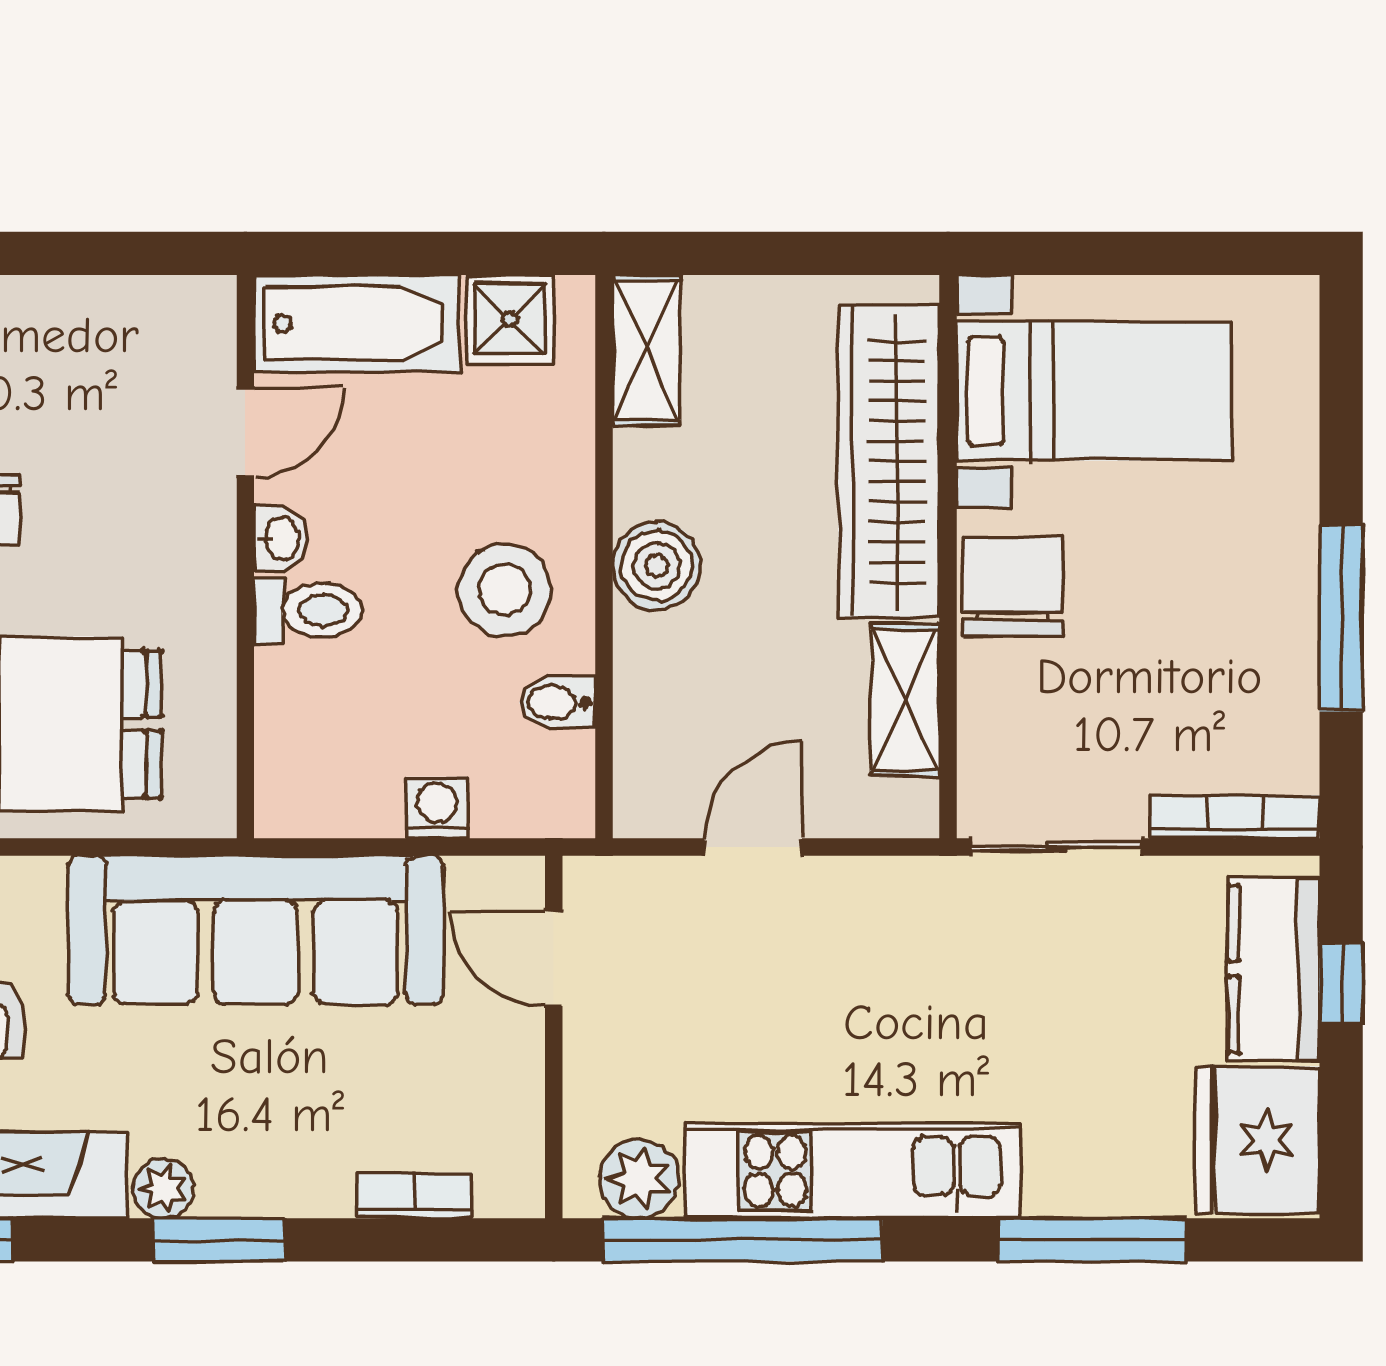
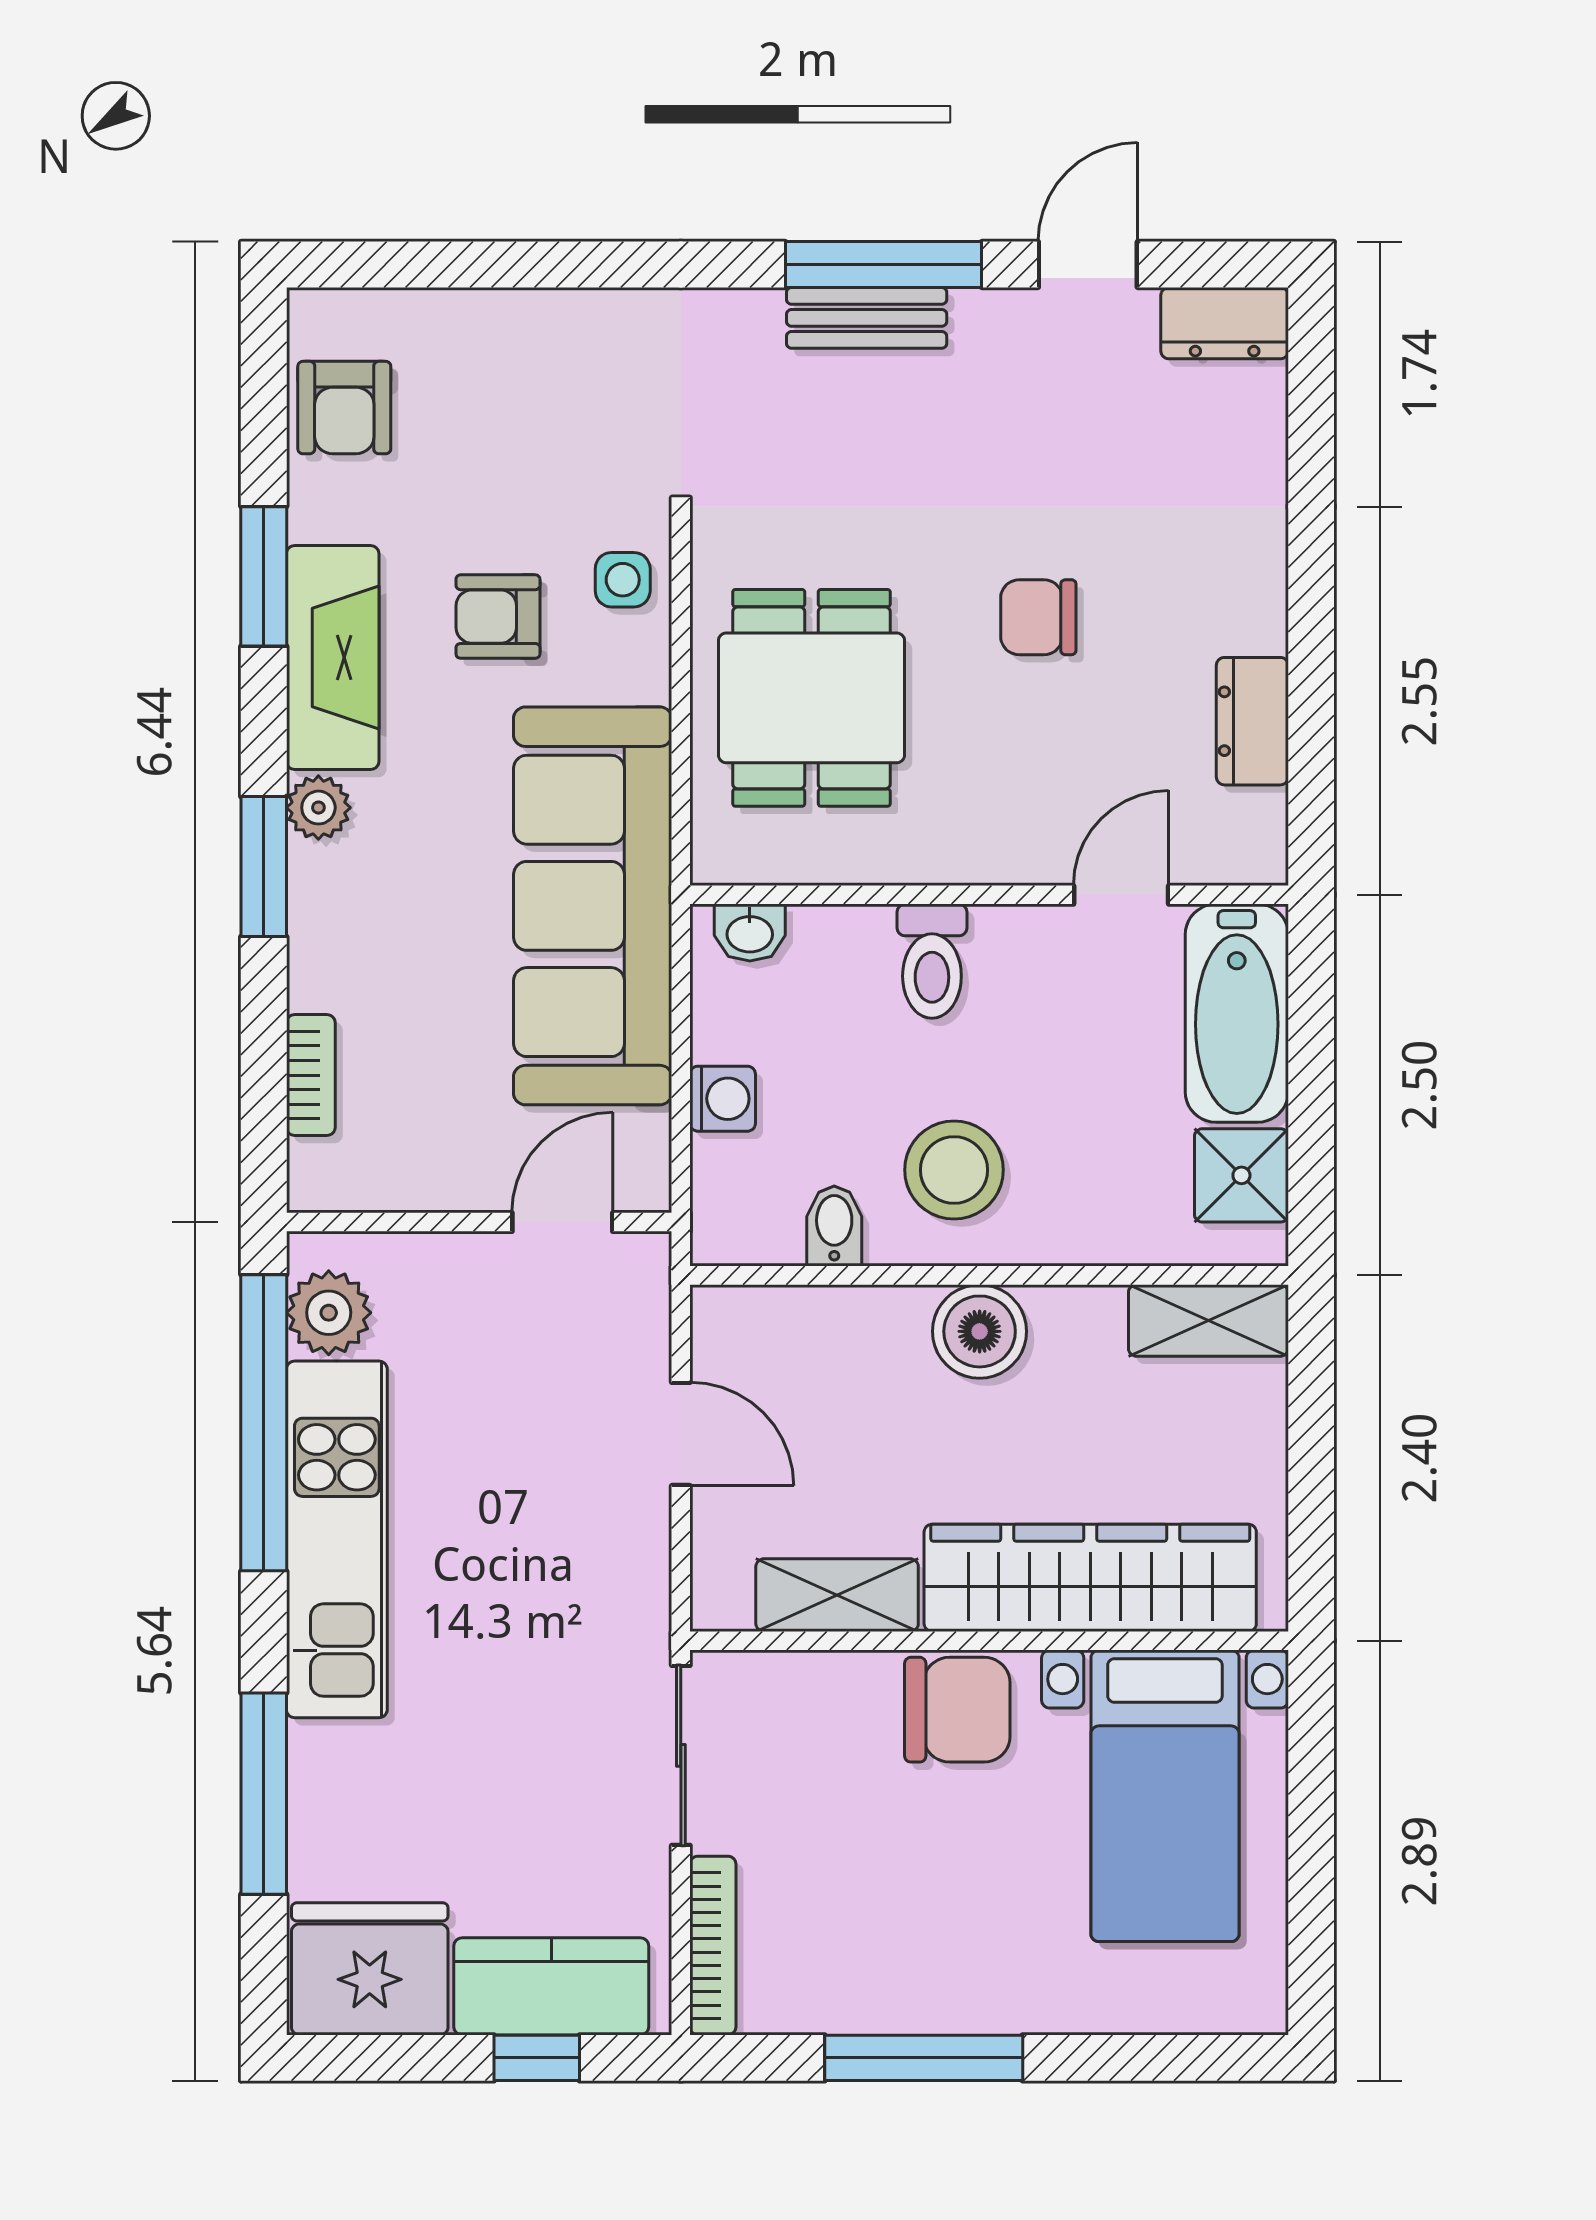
dresser: (82, 309) -> (1252, 721), added
door: (245, 432) -> (1121, 895), swing flipped
washbasin: (281, 539) -> (750, 933), moved

